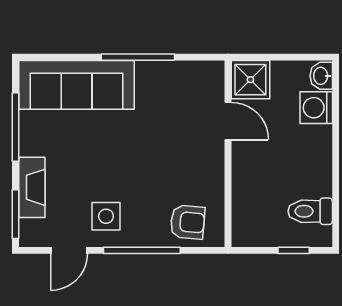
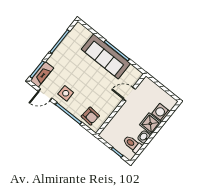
washbasin: (321, 76) -> (144, 137), moved
shower: (250, 80) -> (150, 124), moved
sofa: (77, 85) -> (106, 56), moved
door: (228, 121) -> (129, 94), swing flipped
fireplace: (32, 187) -> (42, 74), moved

